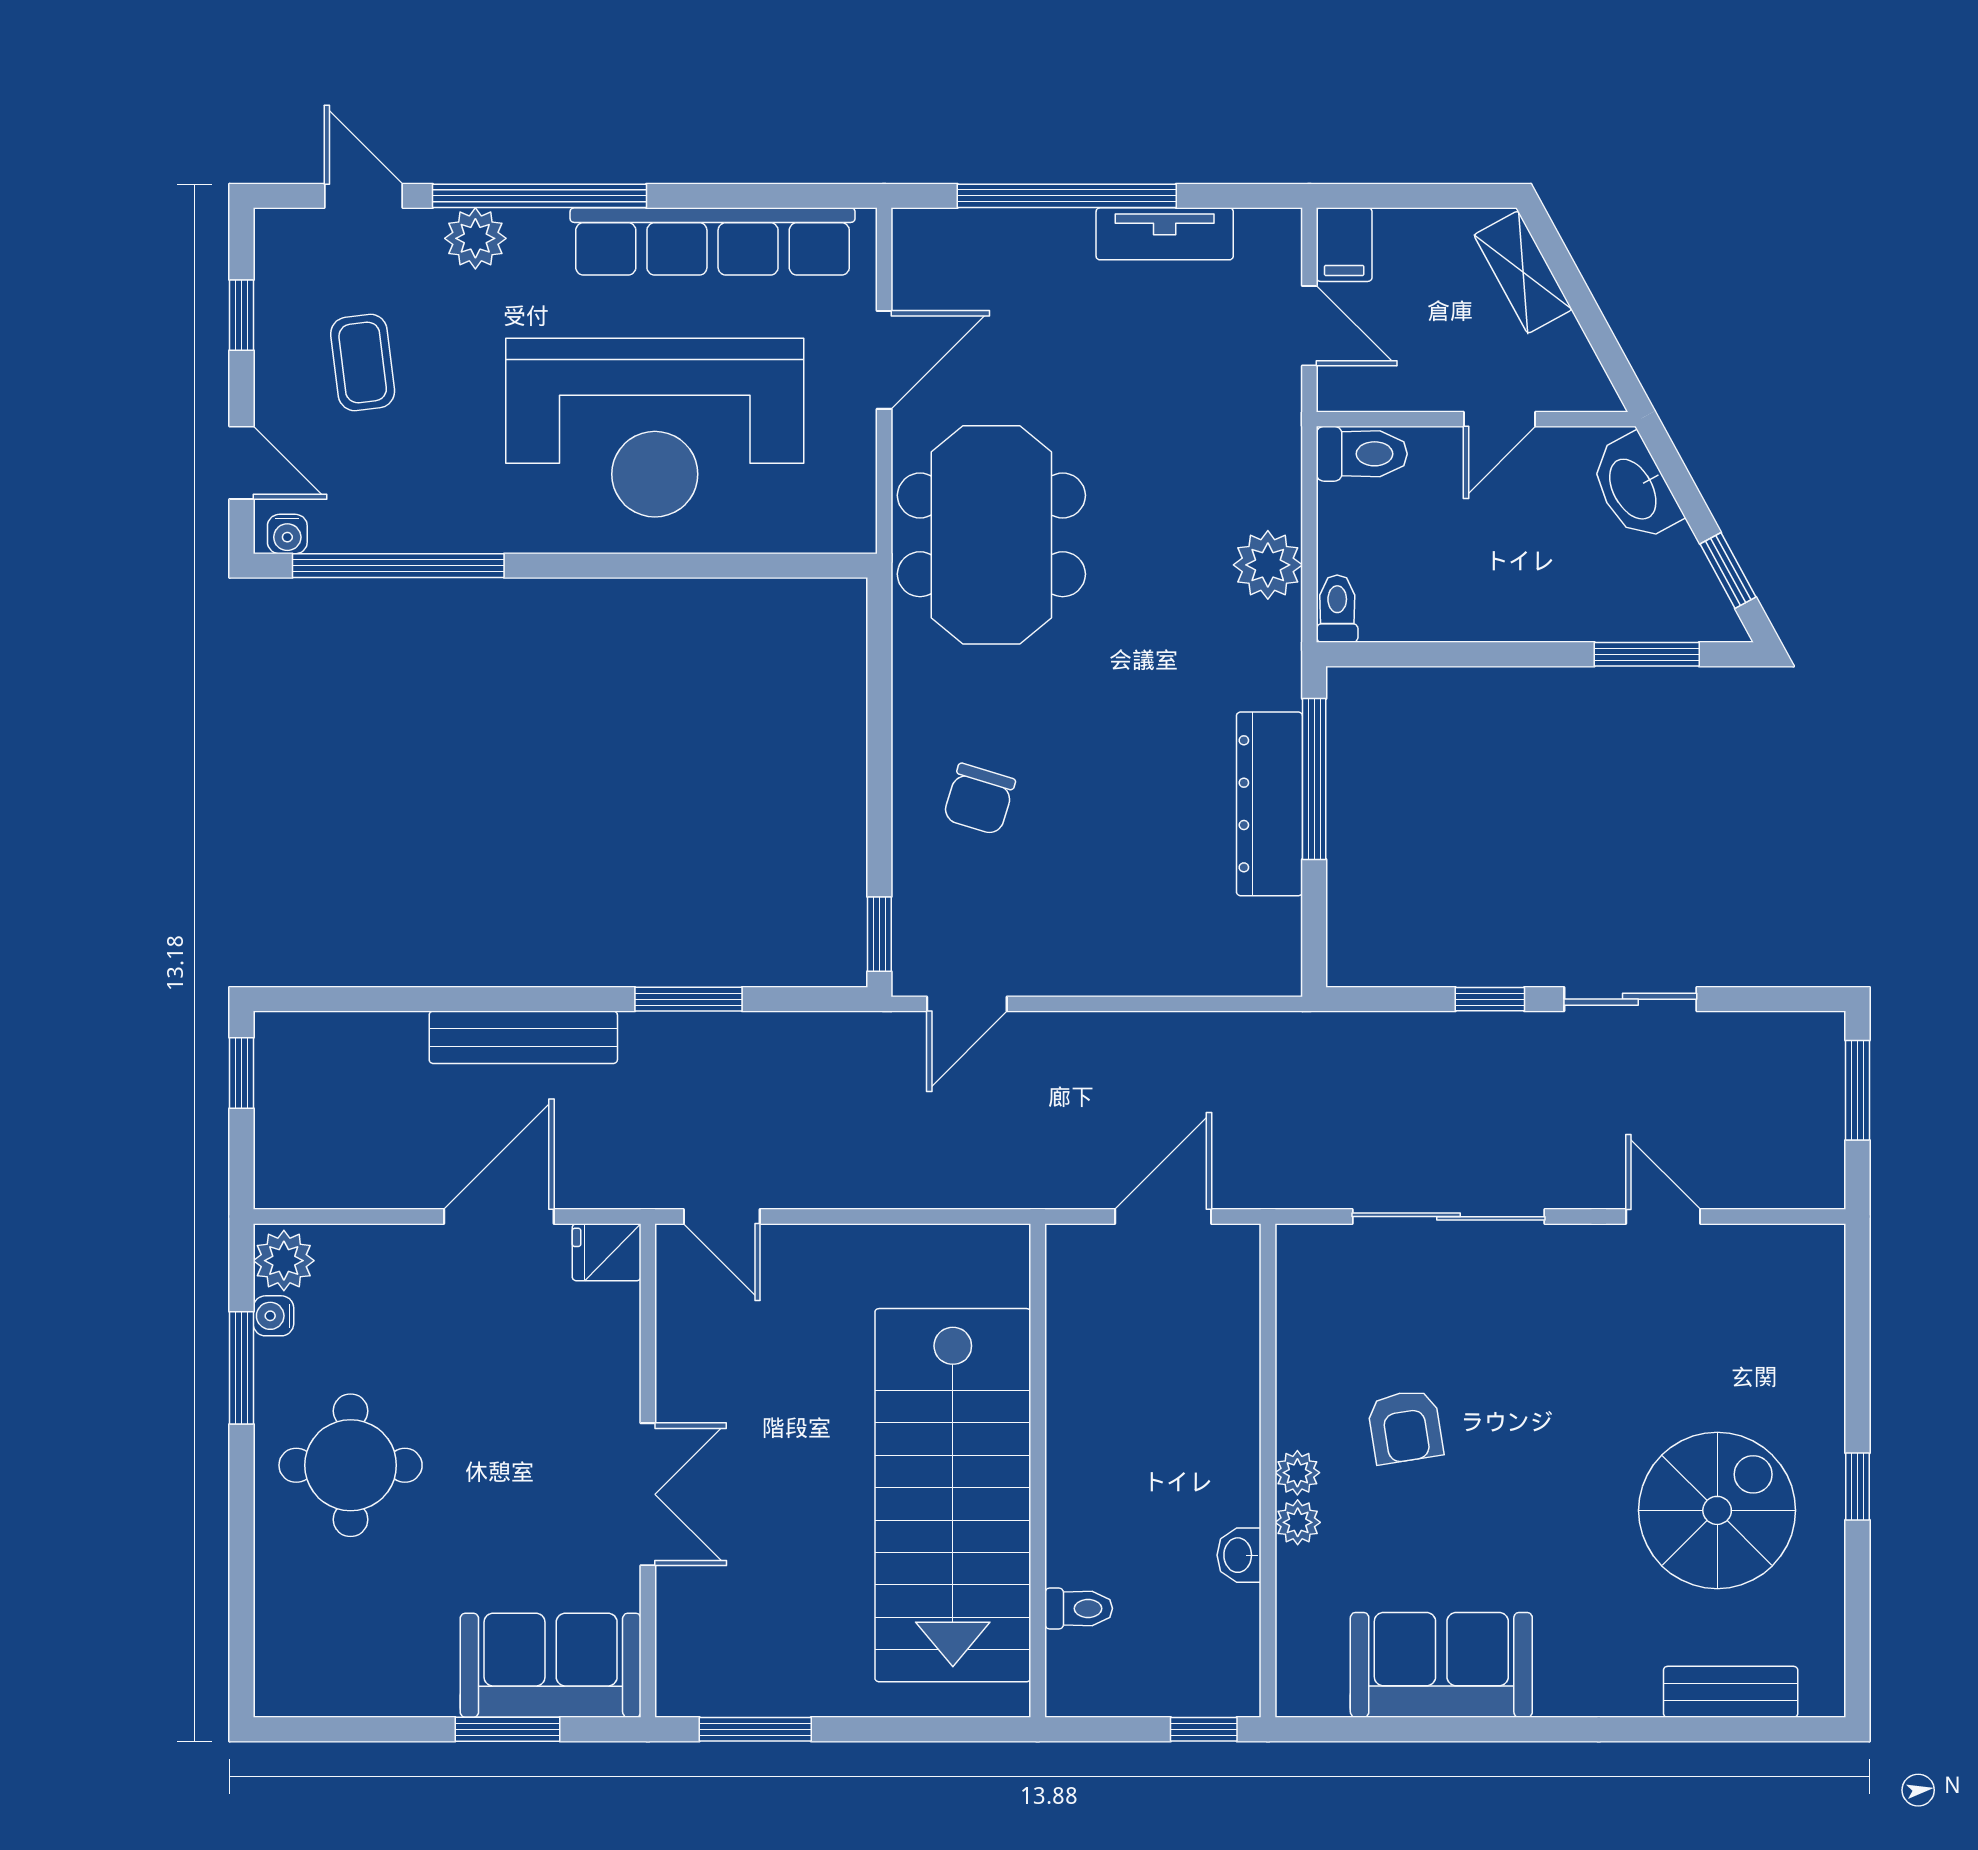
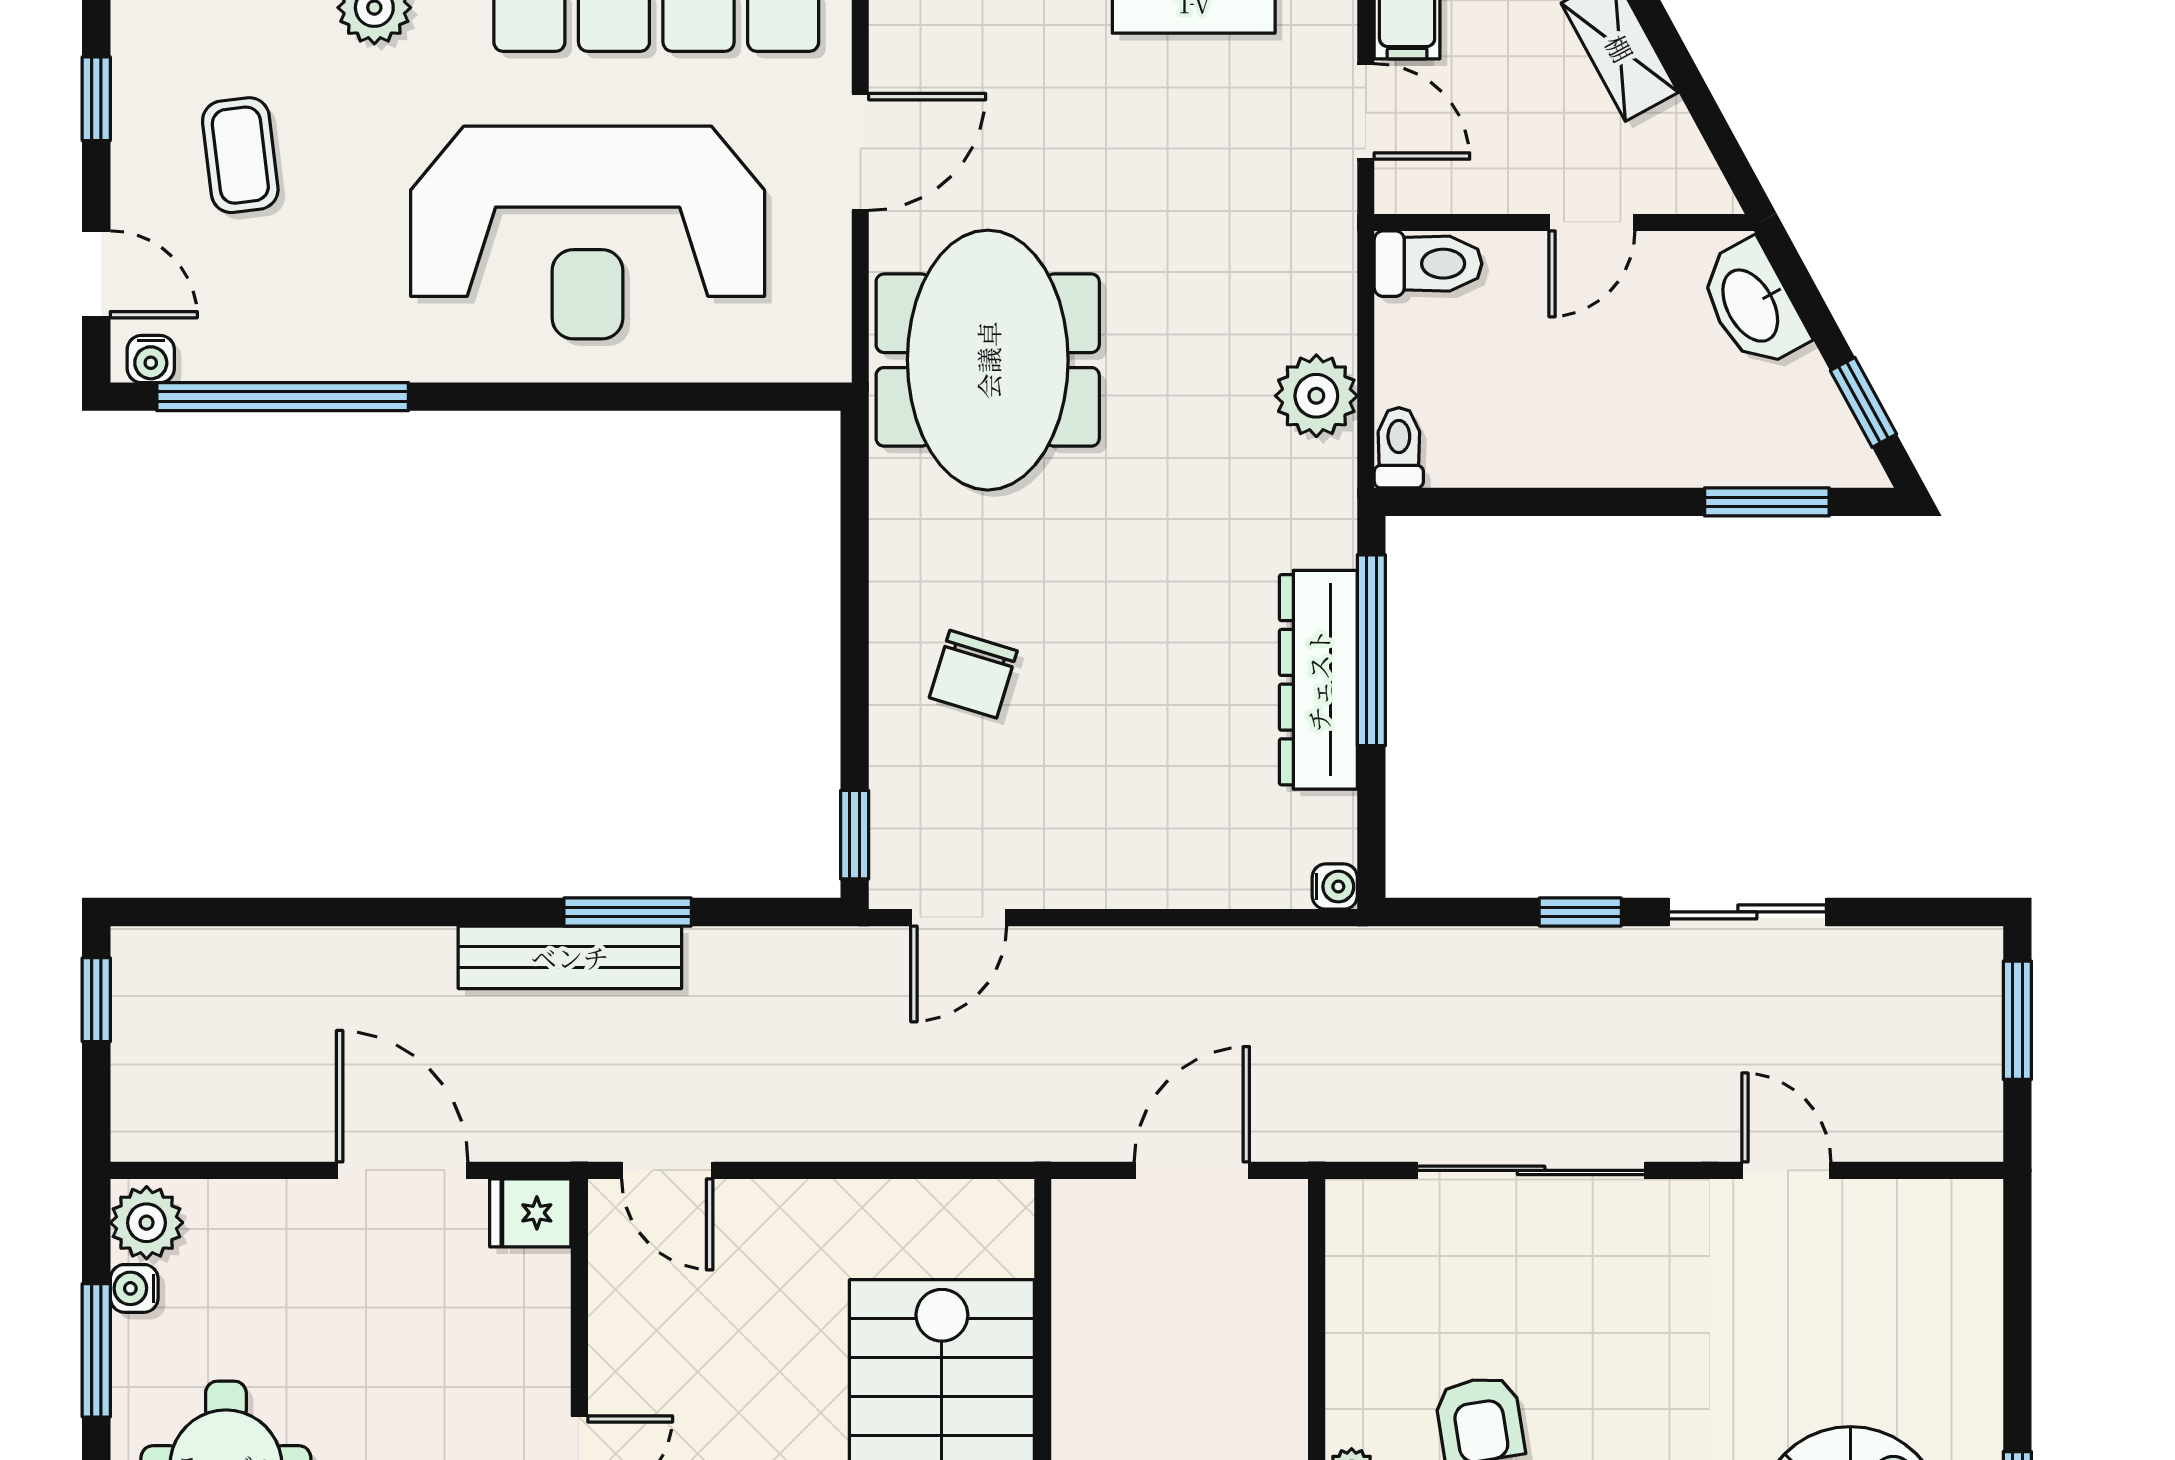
water cooler: (1283, 978) -> (1335, 887), added
bench: (523, 1037) -> (570, 957), moved
door: (499, 1217) -> (402, 1170), hinge flipped

